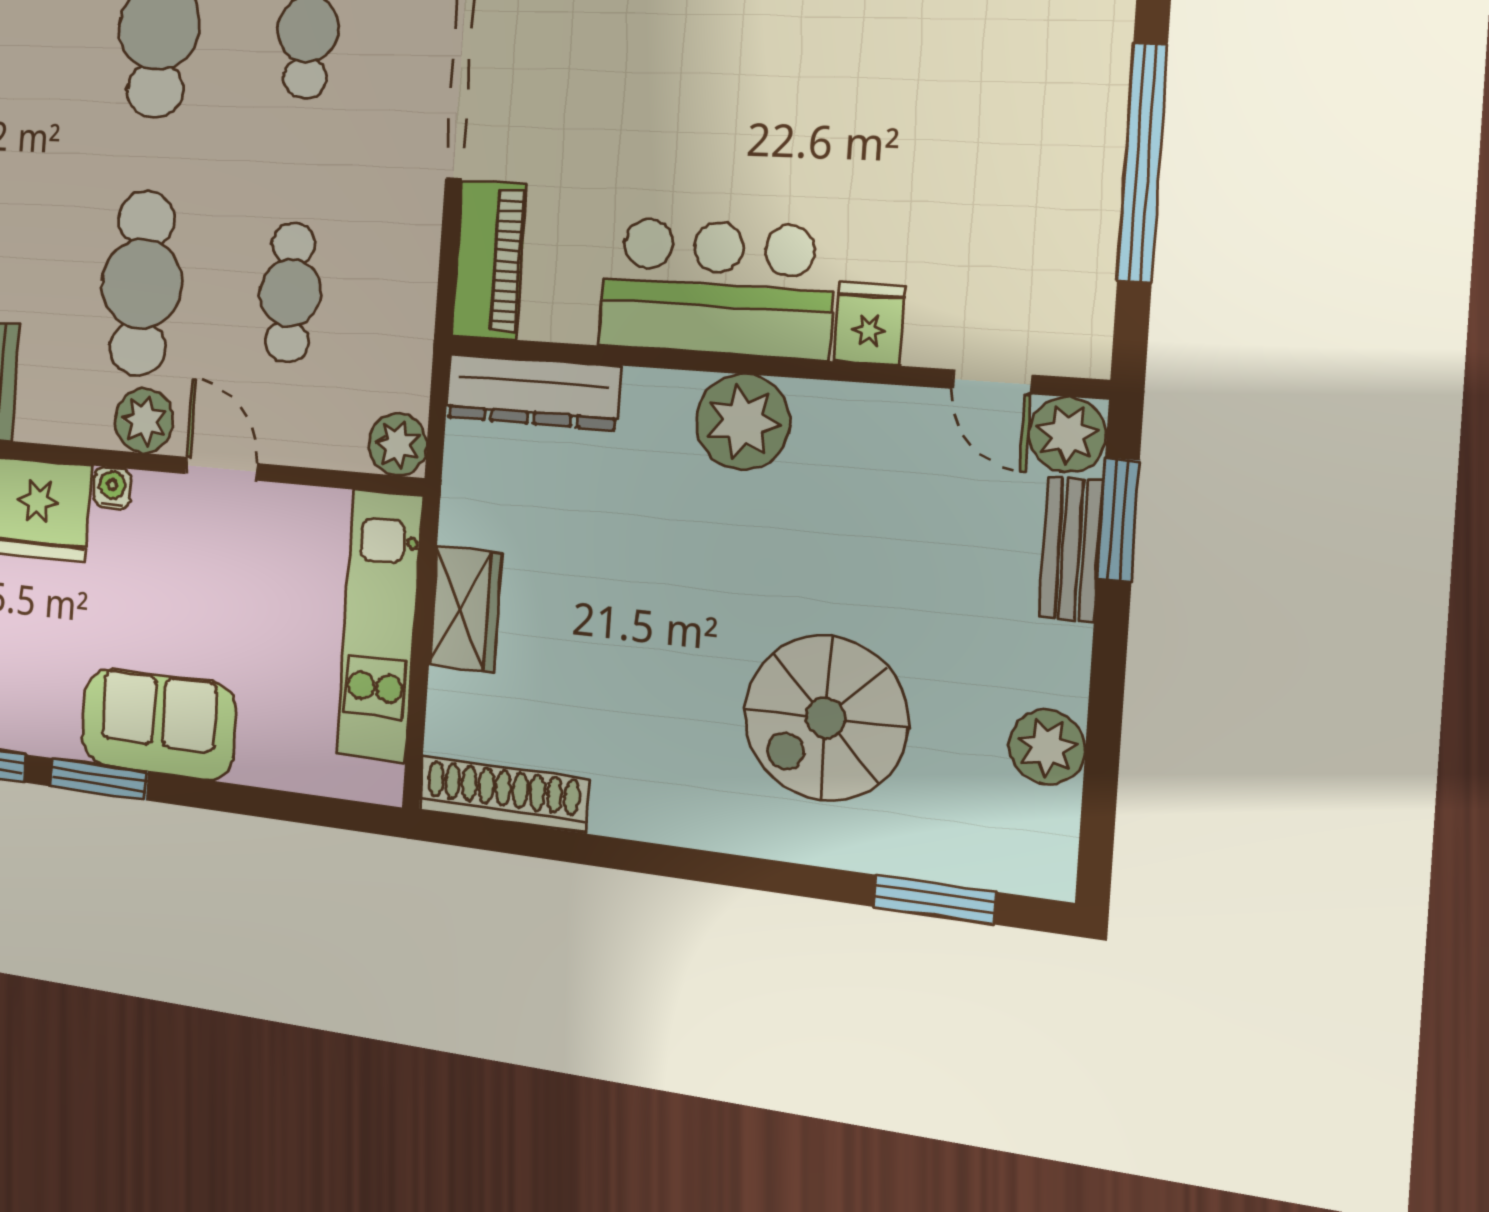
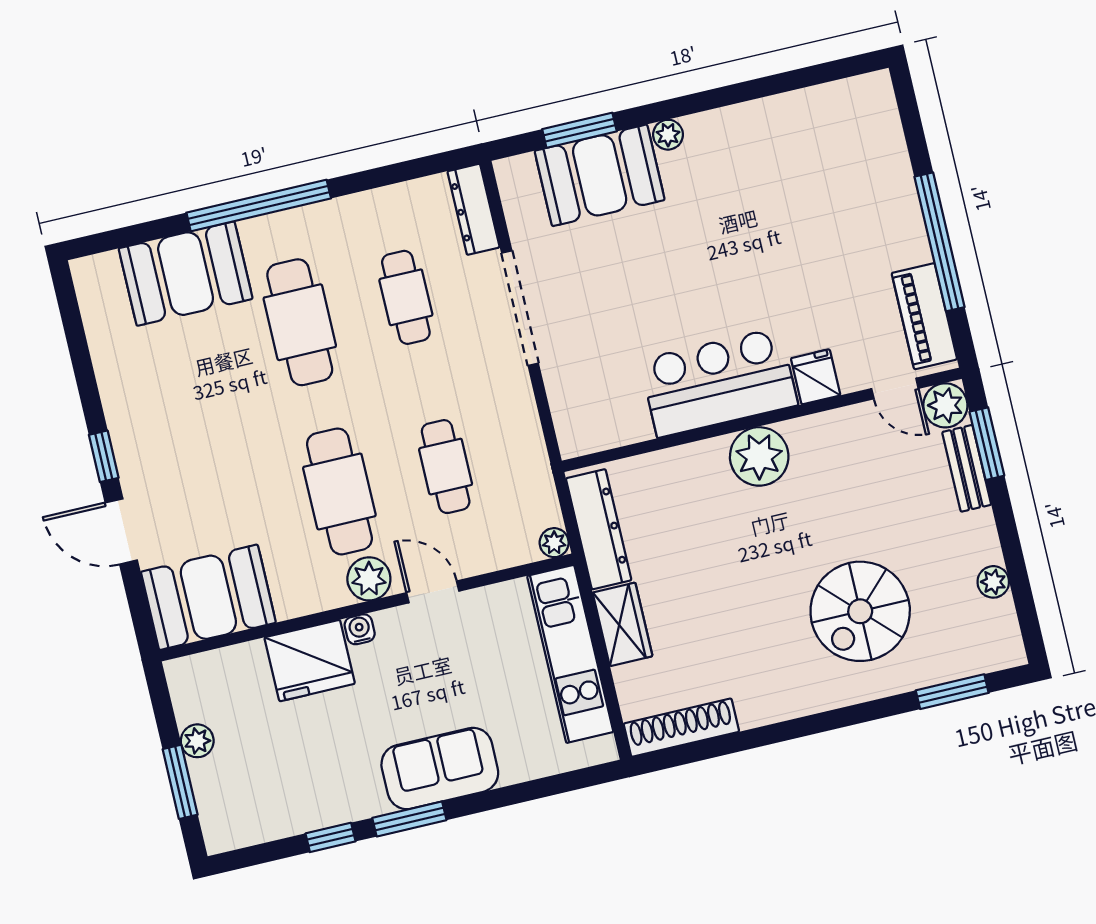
piano: (489, 260) -> (924, 316), moved, turned 180
dresser: (533, 392) -> (599, 529), moved, turned -90
plant: (398, 445) -> (554, 543), width x0.73, depth x0.73
plant: (1047, 747) -> (993, 582), width x0.73, depth x0.73

